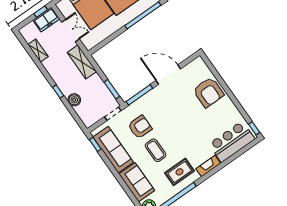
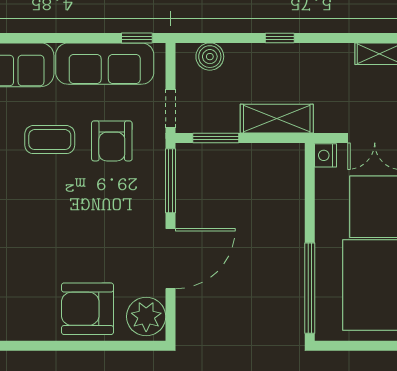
nightstand: (90, 44) -> (325, 155), added
shelving: (82, 62) -> (277, 119), moved
plant: (196, 69) -> (146, 317), added
boiler: (74, 100) -> (210, 57), moved

